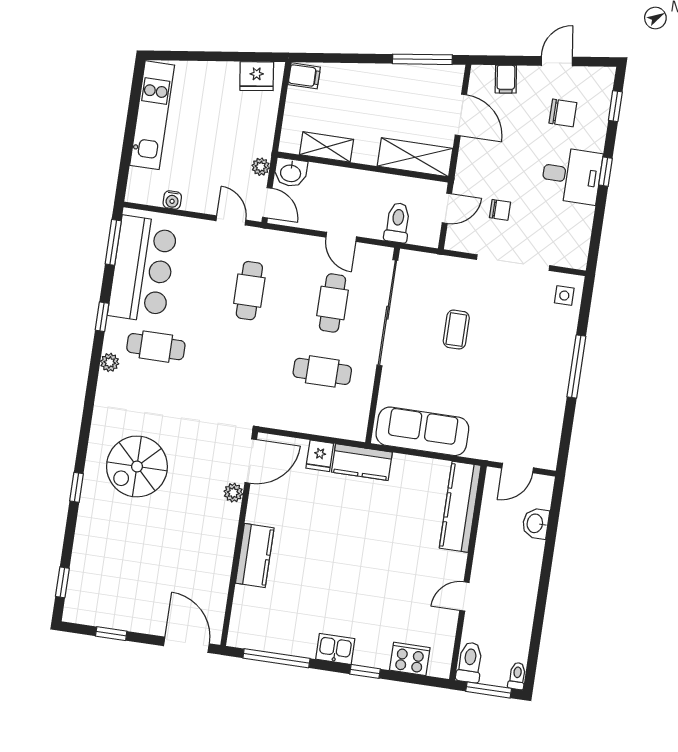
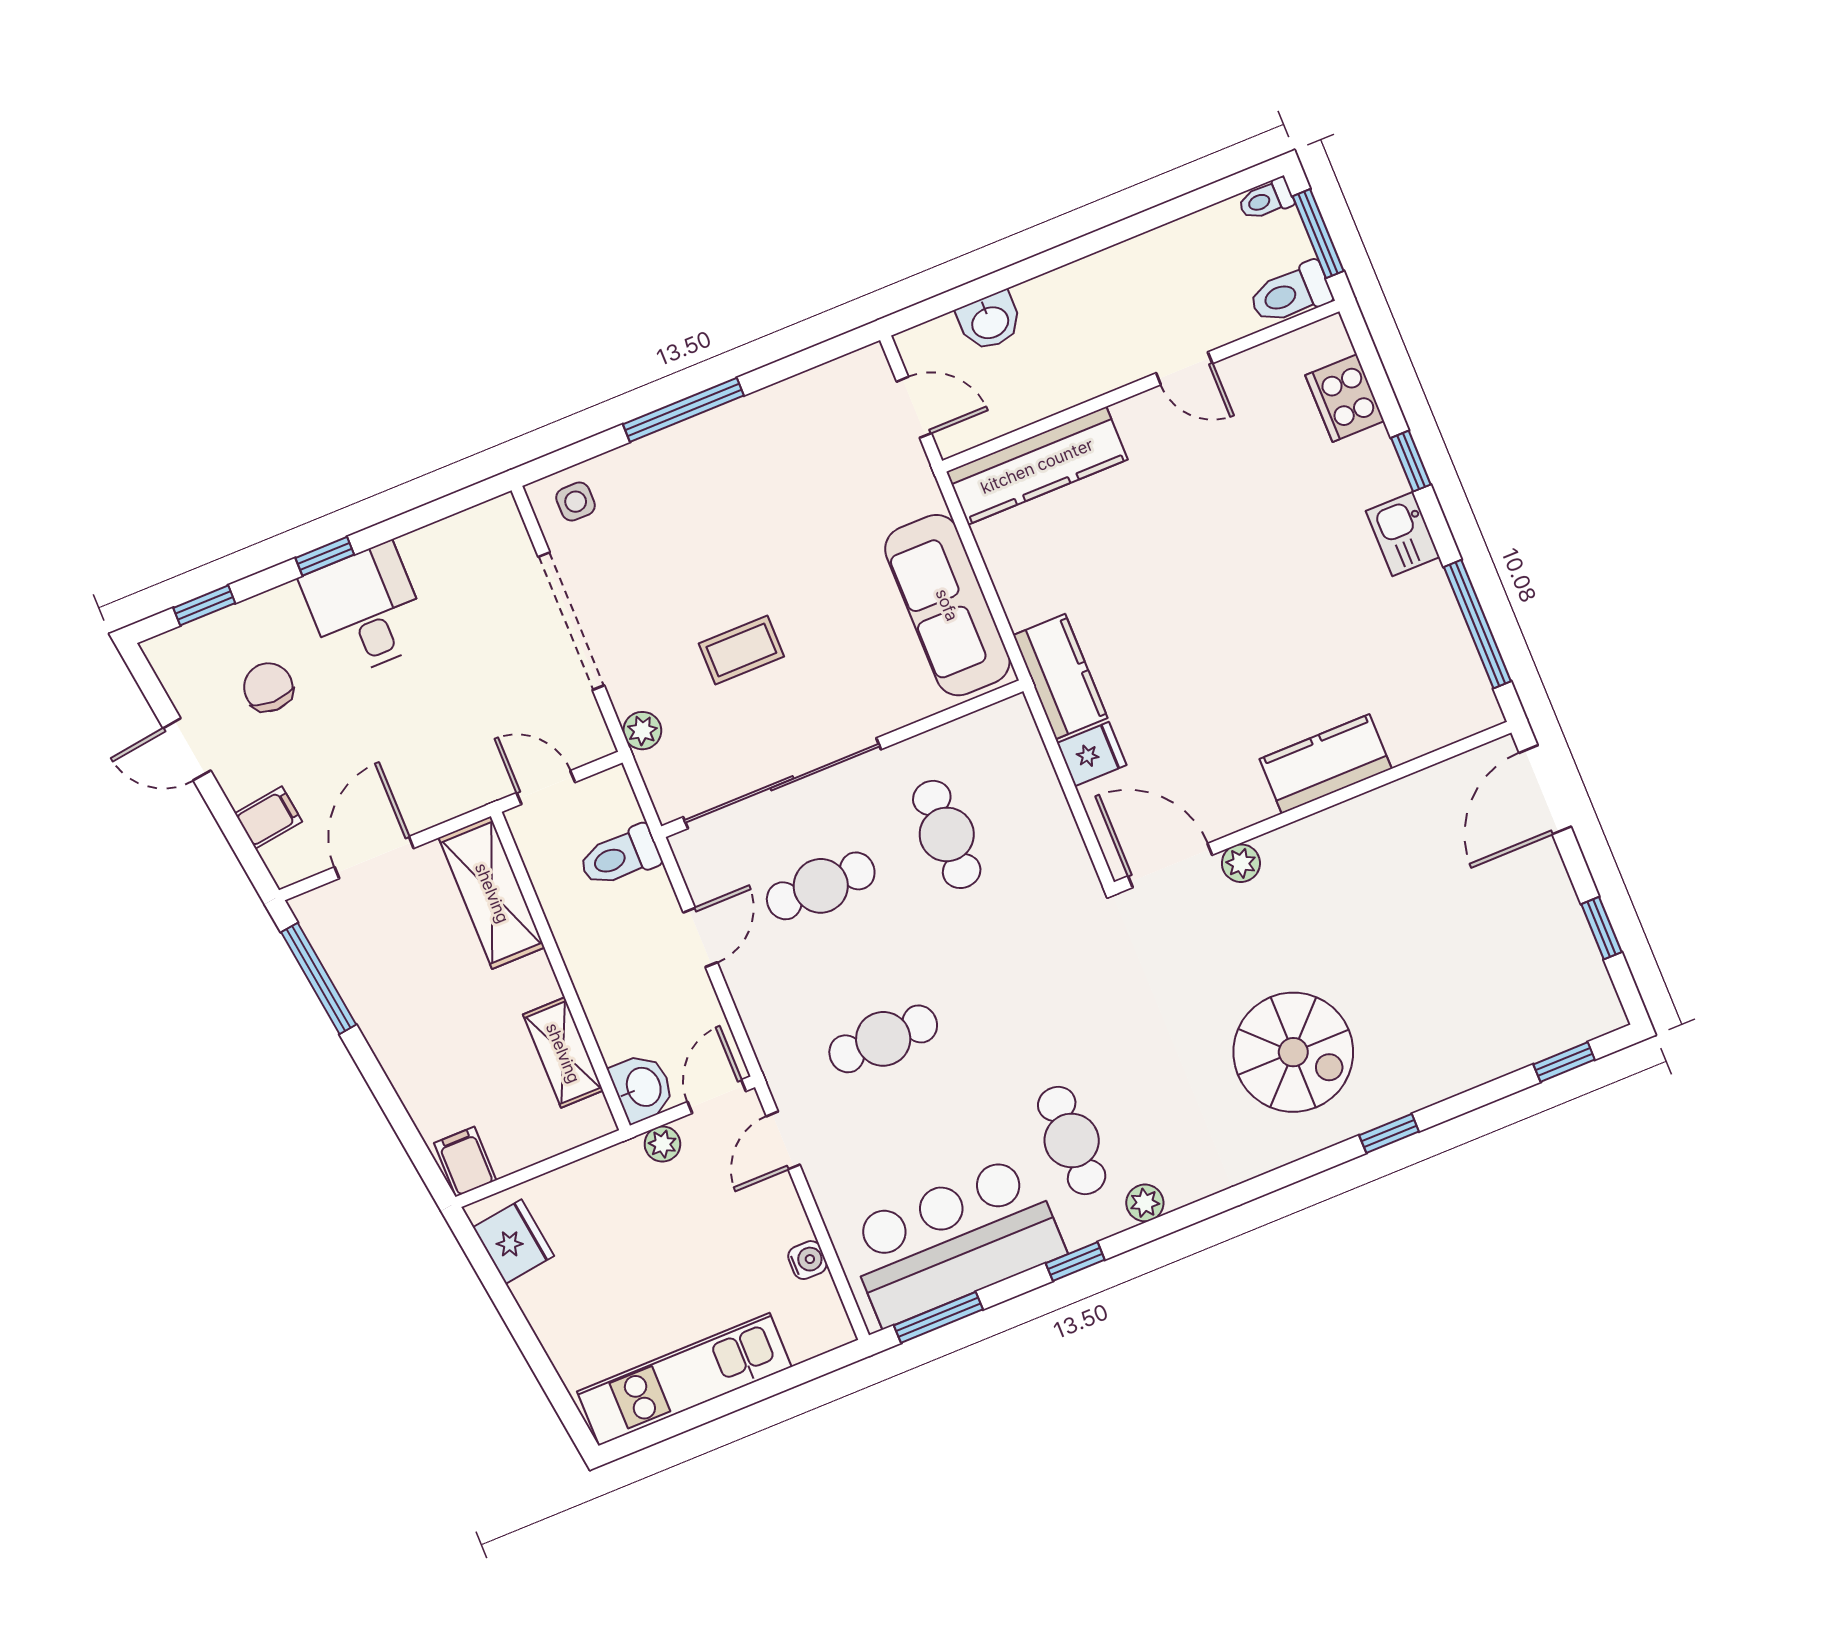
chair: (500, 210) -> (495, 696), removed
plant: (447, 265) -> (642, 731), added

